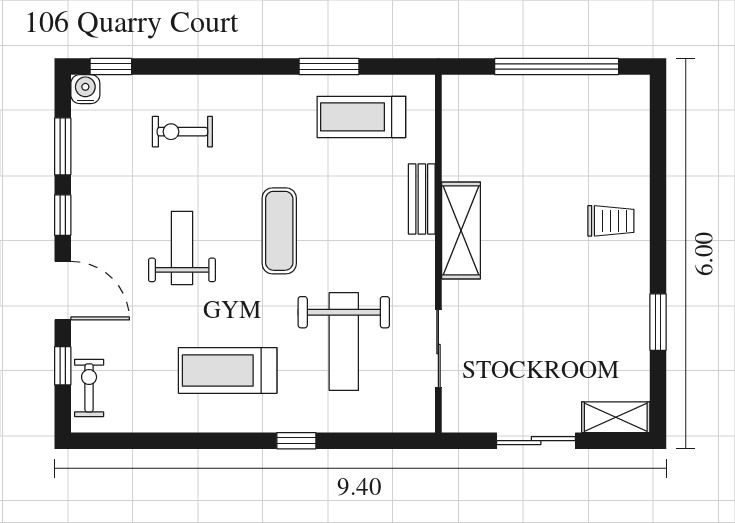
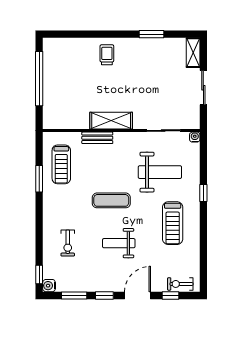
water cooler: (424, 421) -> (195, 137), added

